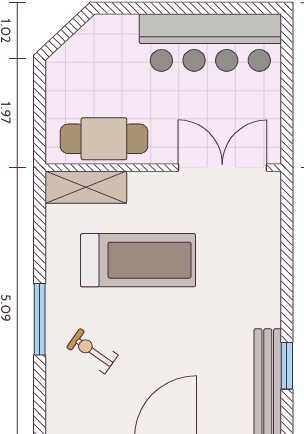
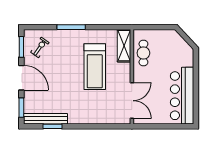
cafe table: (104, 139) -> (143, 53), width x0.73, depth x0.74
exercise bike: (92, 351) -> (40, 47), moved

